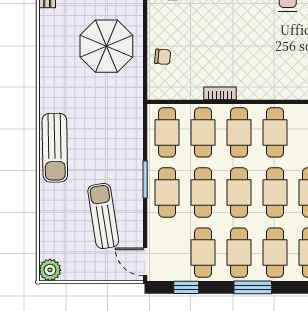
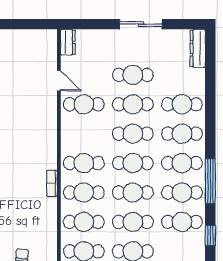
bookcase: (220, 93) -> (52, 183), moved
window: (253, 287) -> (210, 181), width x1.44

